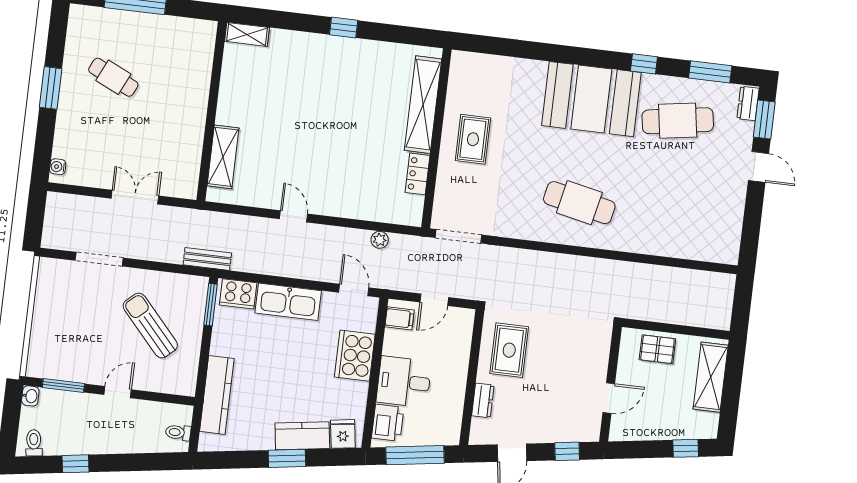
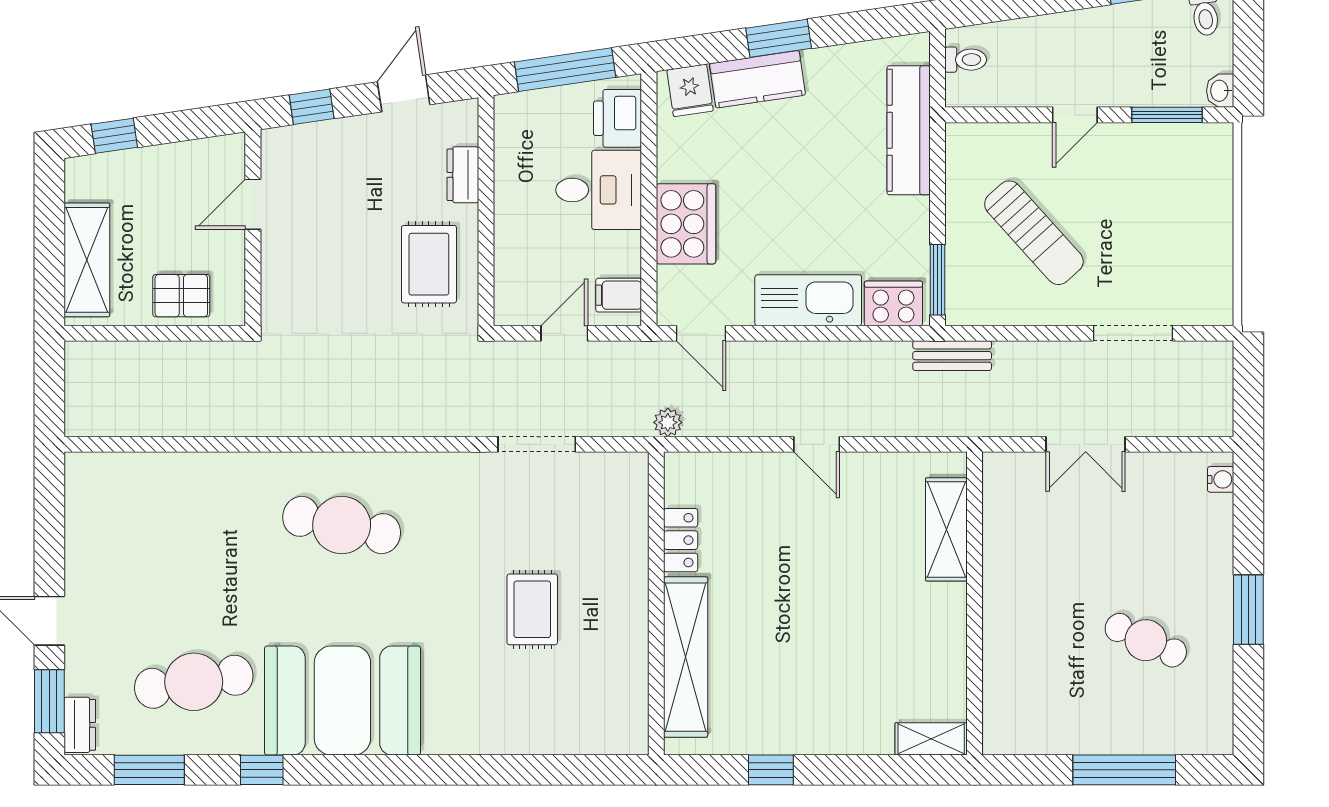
shelving: (423, 105) -> (686, 657), moved
wall: (436, 138) -> (656, 603), moved
locker: (418, 174) -> (681, 540), moved

